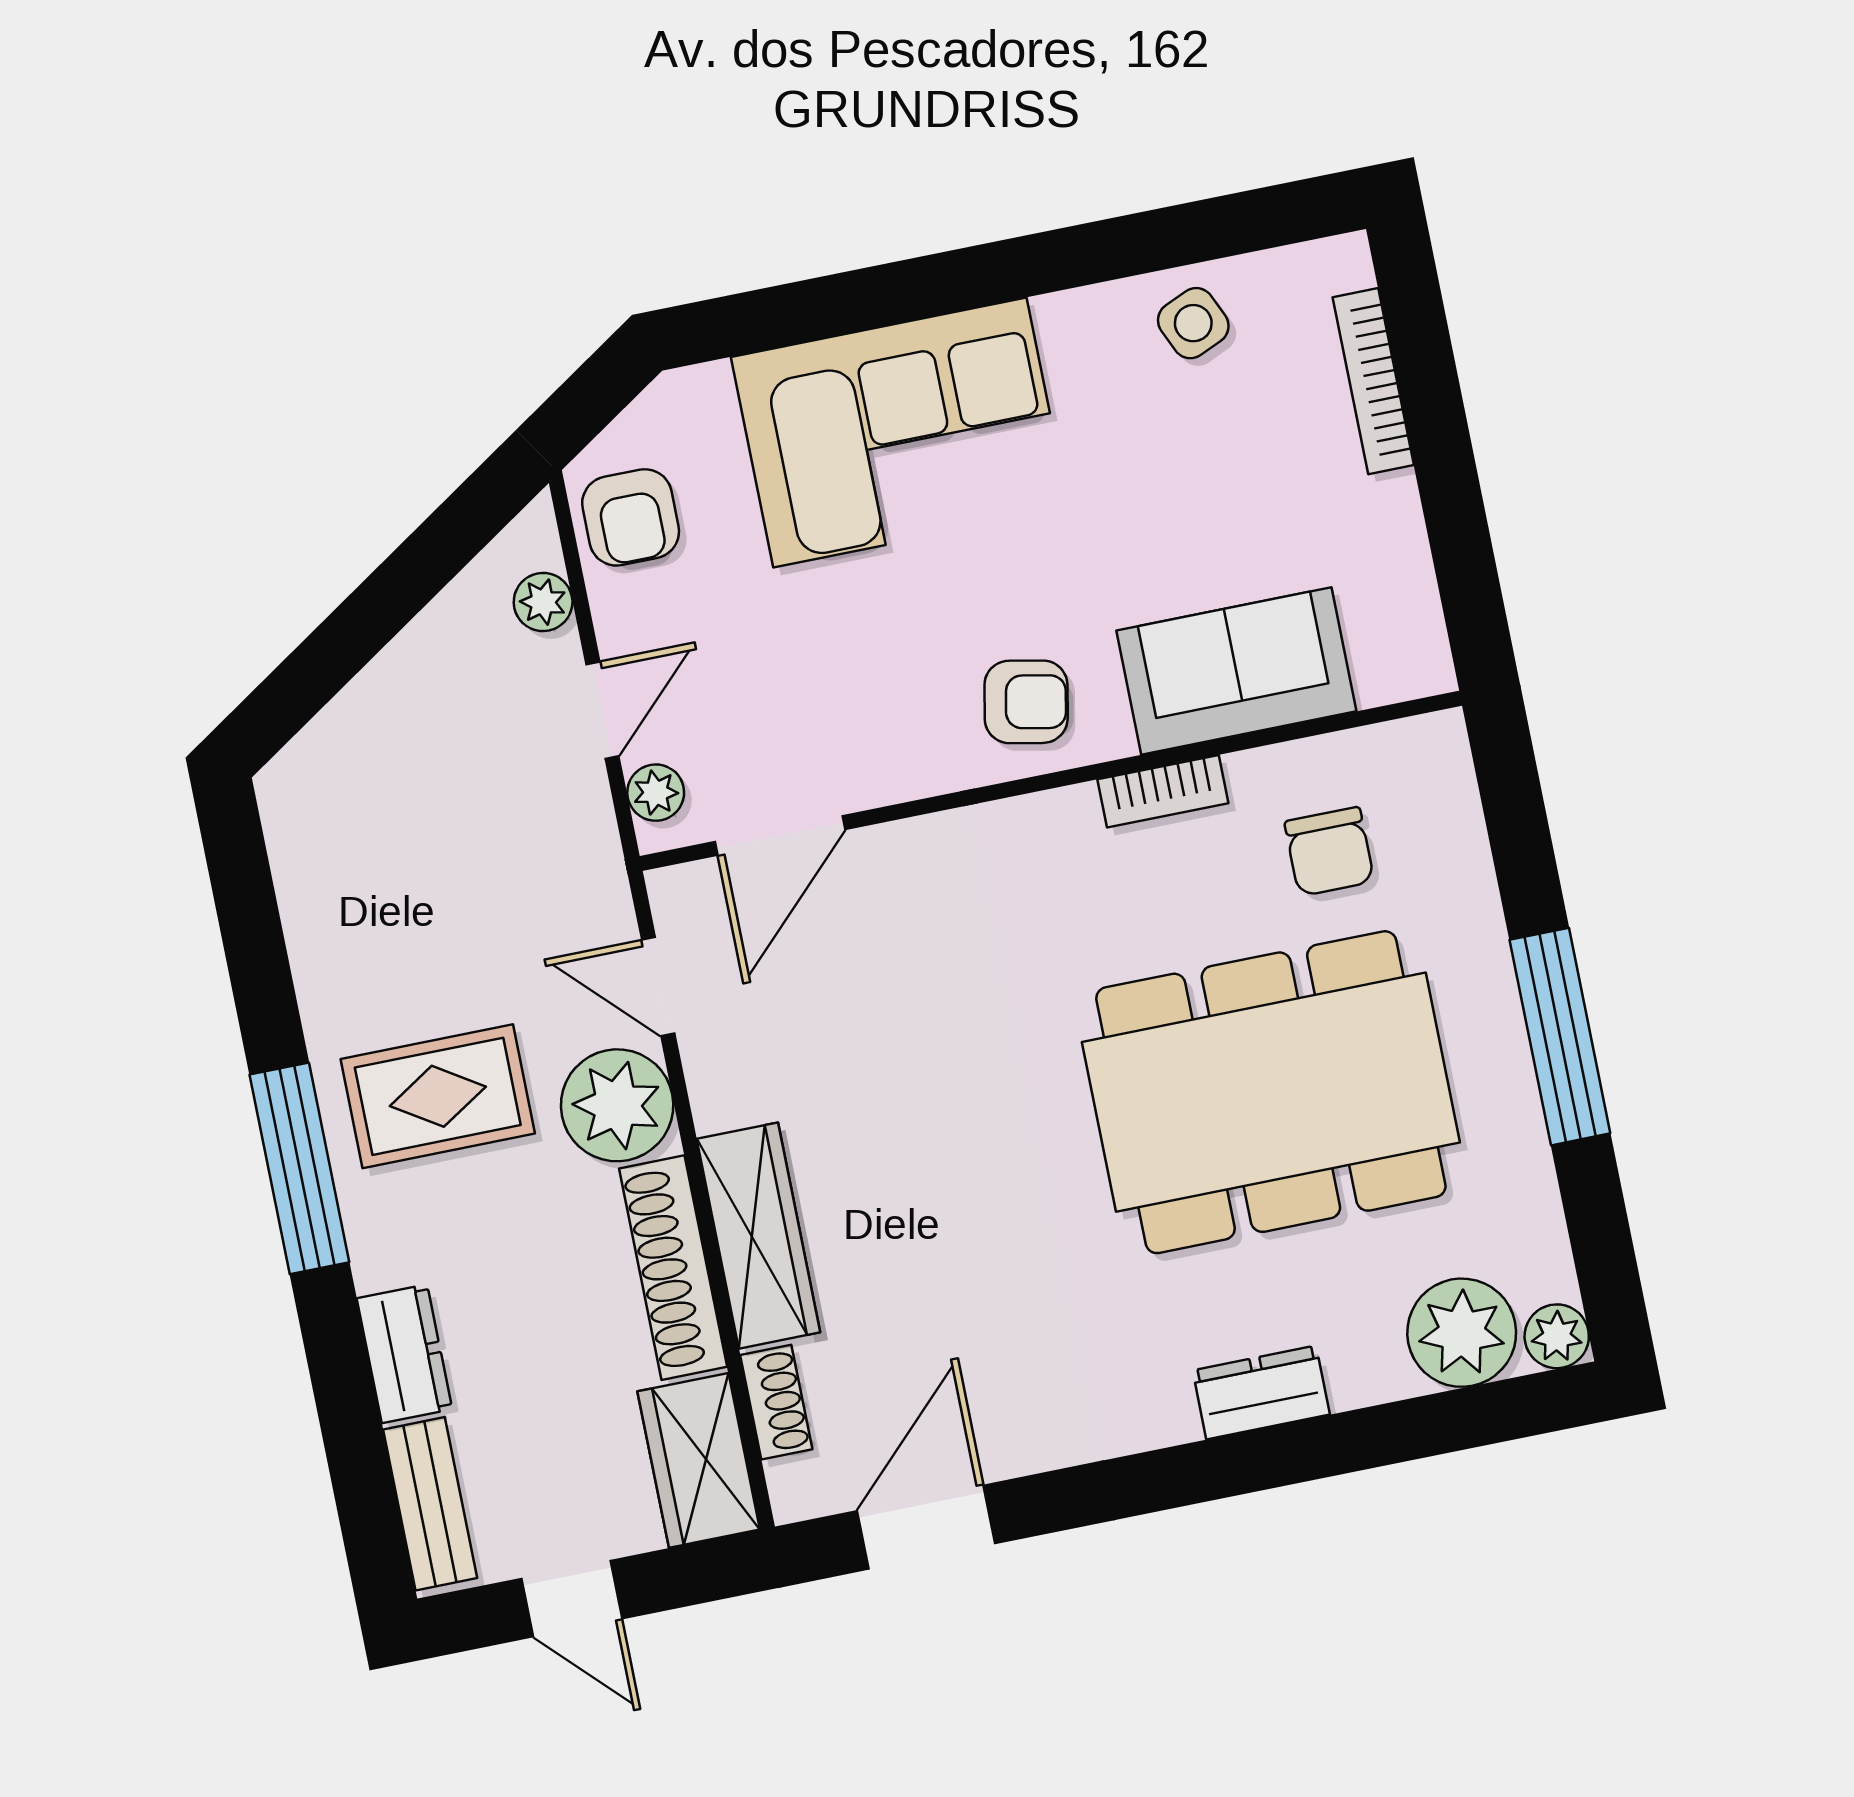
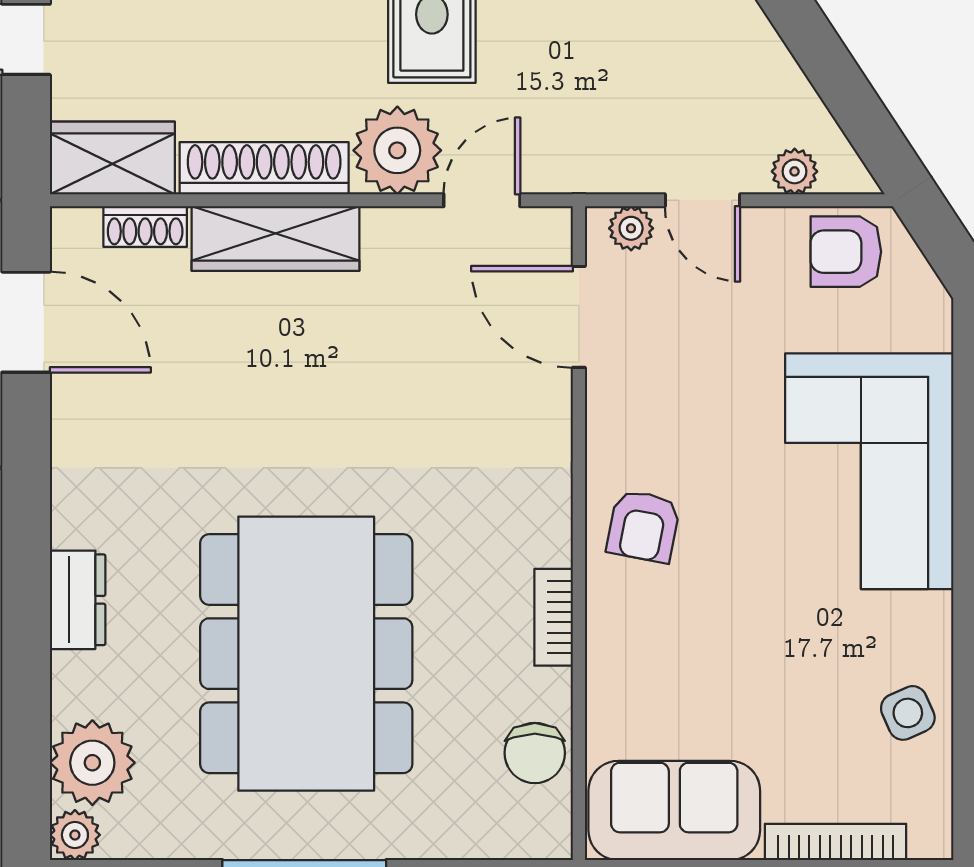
sofa: (1236, 671) -> (674, 810), moved, turned -90
chair: (1329, 852) -> (535, 753), moved, turned -90

